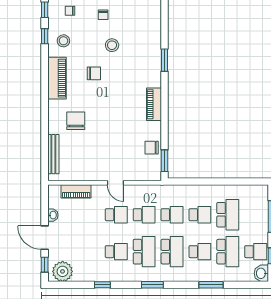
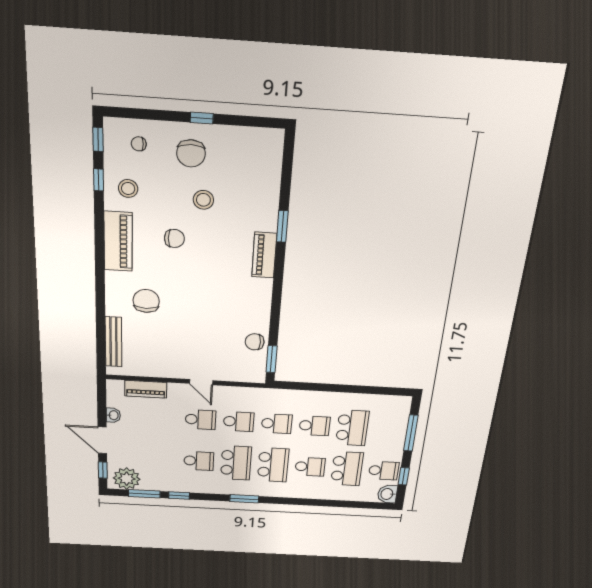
chair: (103, 15) -> (191, 153), width x1.87, depth x1.87
piano: (154, 104) -> (264, 255), moved
window: (211, 285) -> (144, 494), moved

